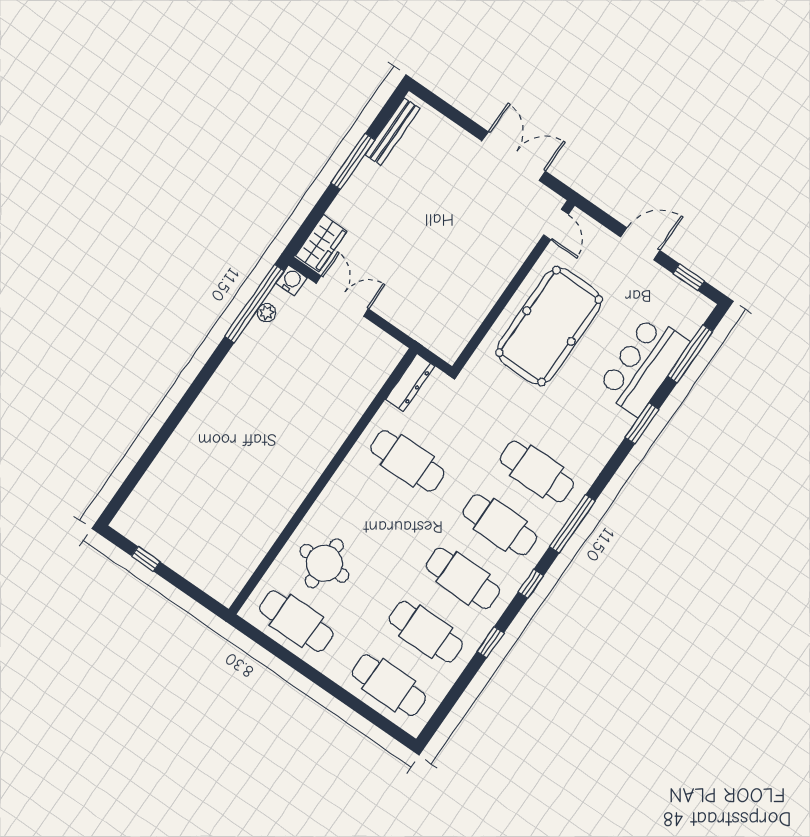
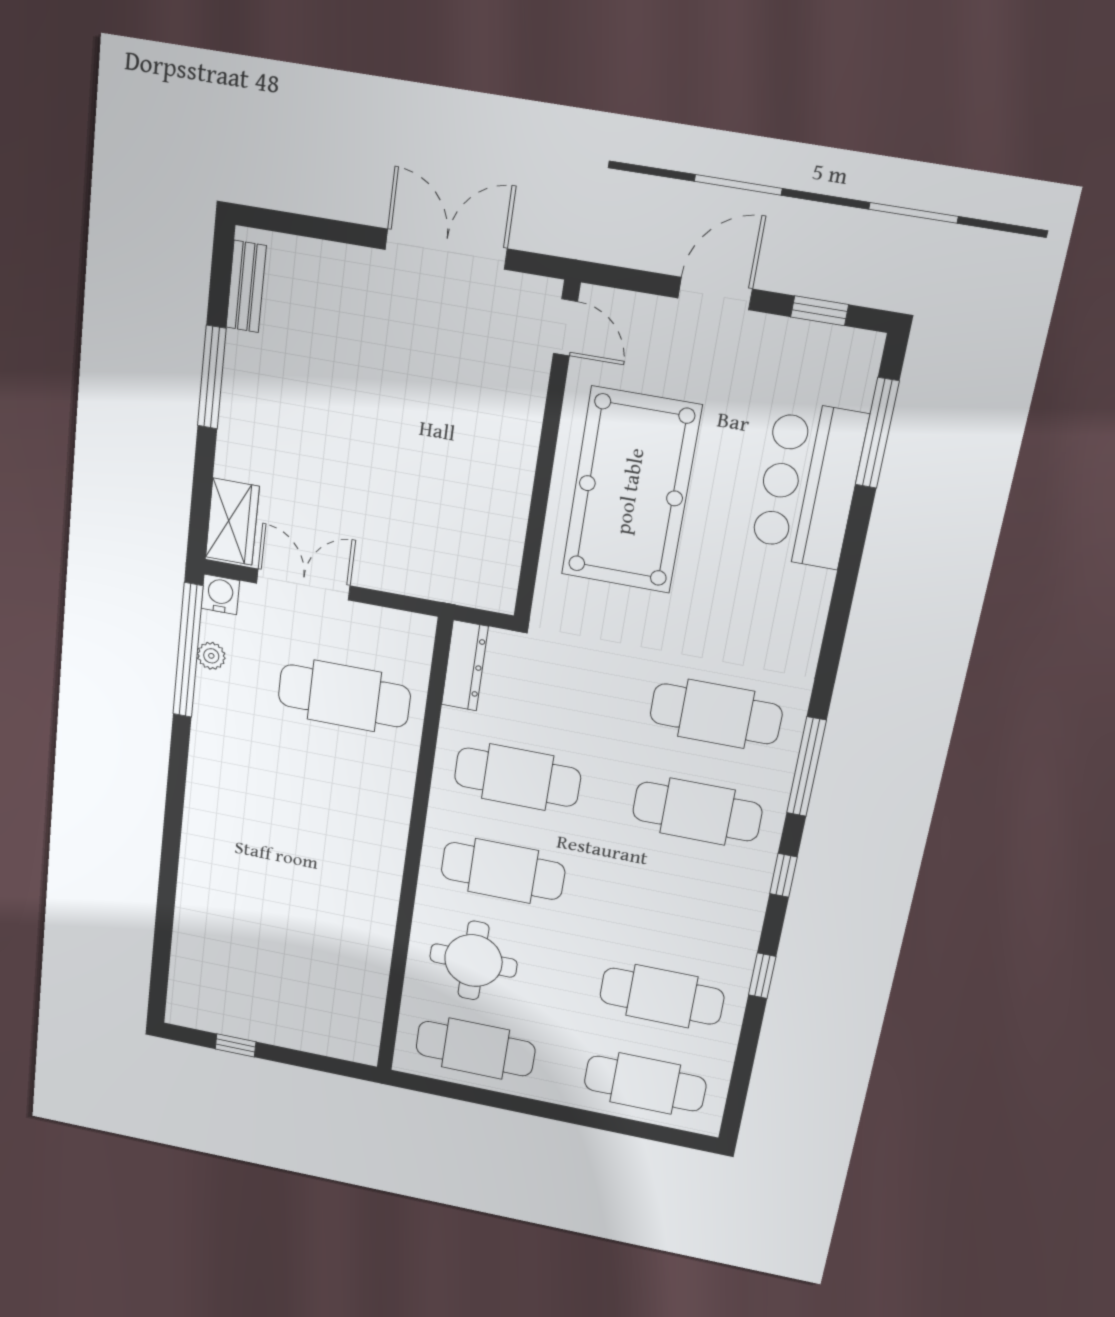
bench: (392, 132) -> (246, 287), width x0.73
cafe table: (332, 370) -> (344, 696), added
window: (642, 423) -> (847, 575), removed
cafe table: (463, 578) -> (503, 871), moved

